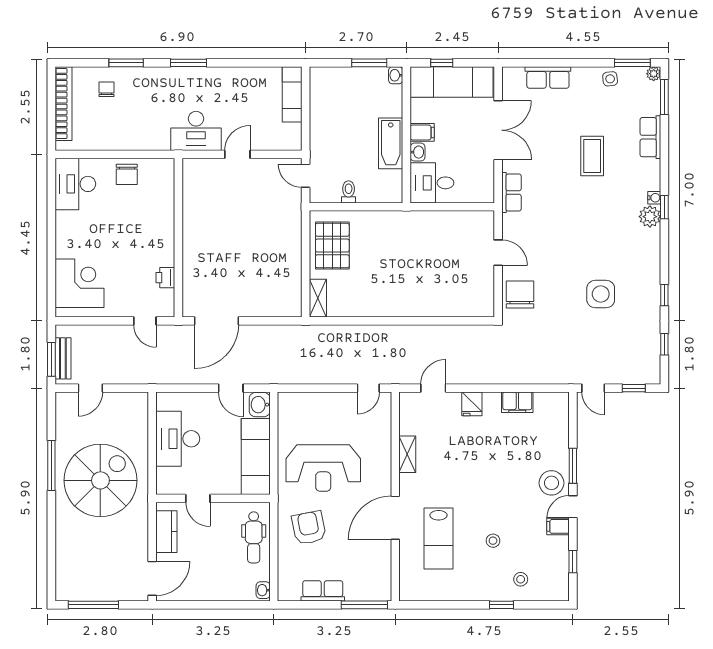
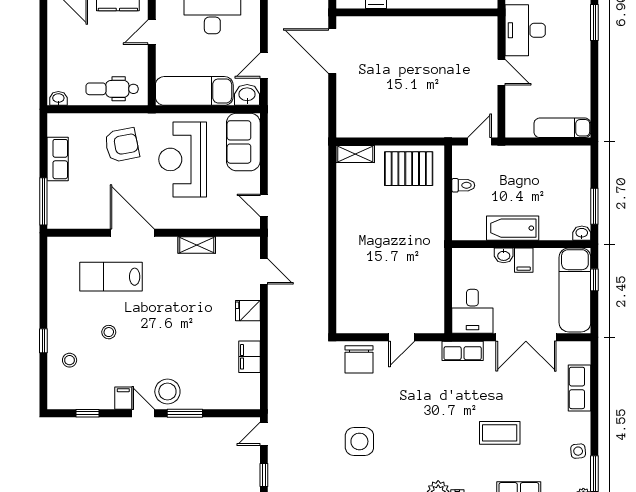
desk: (432, 183) -> (472, 311), moved, turned 180
chair: (520, 294) -> (359, 359), turned 90
sofa: (306, 408) -> (243, 142), added

